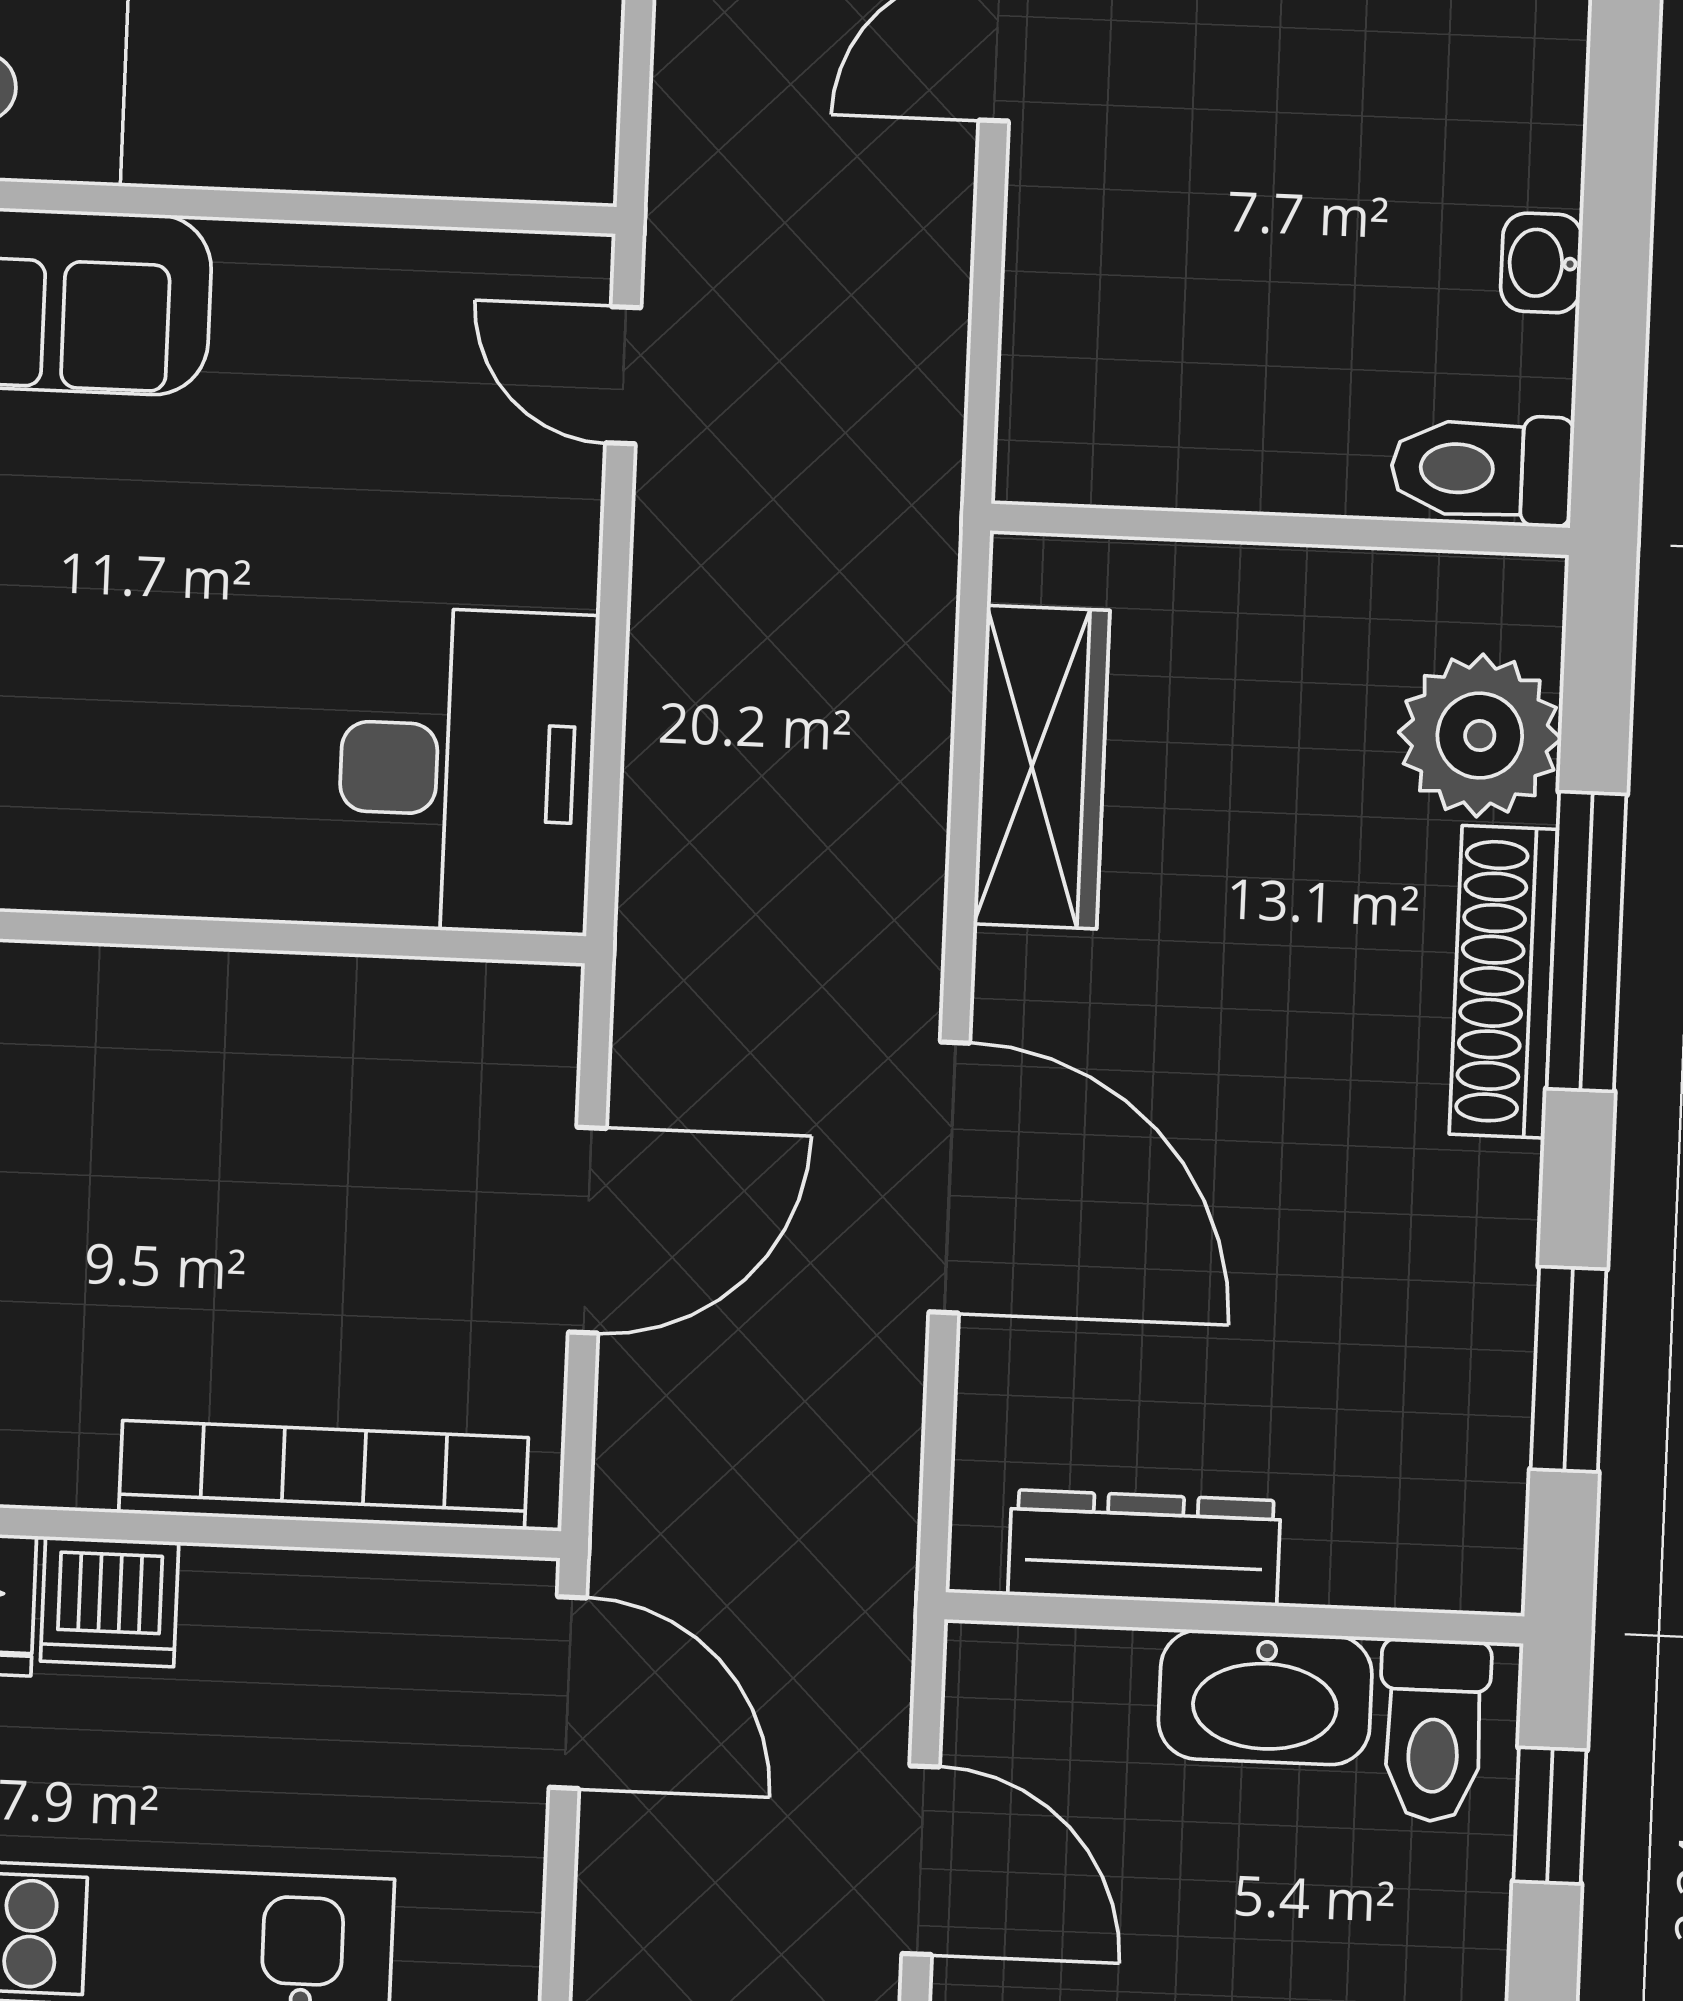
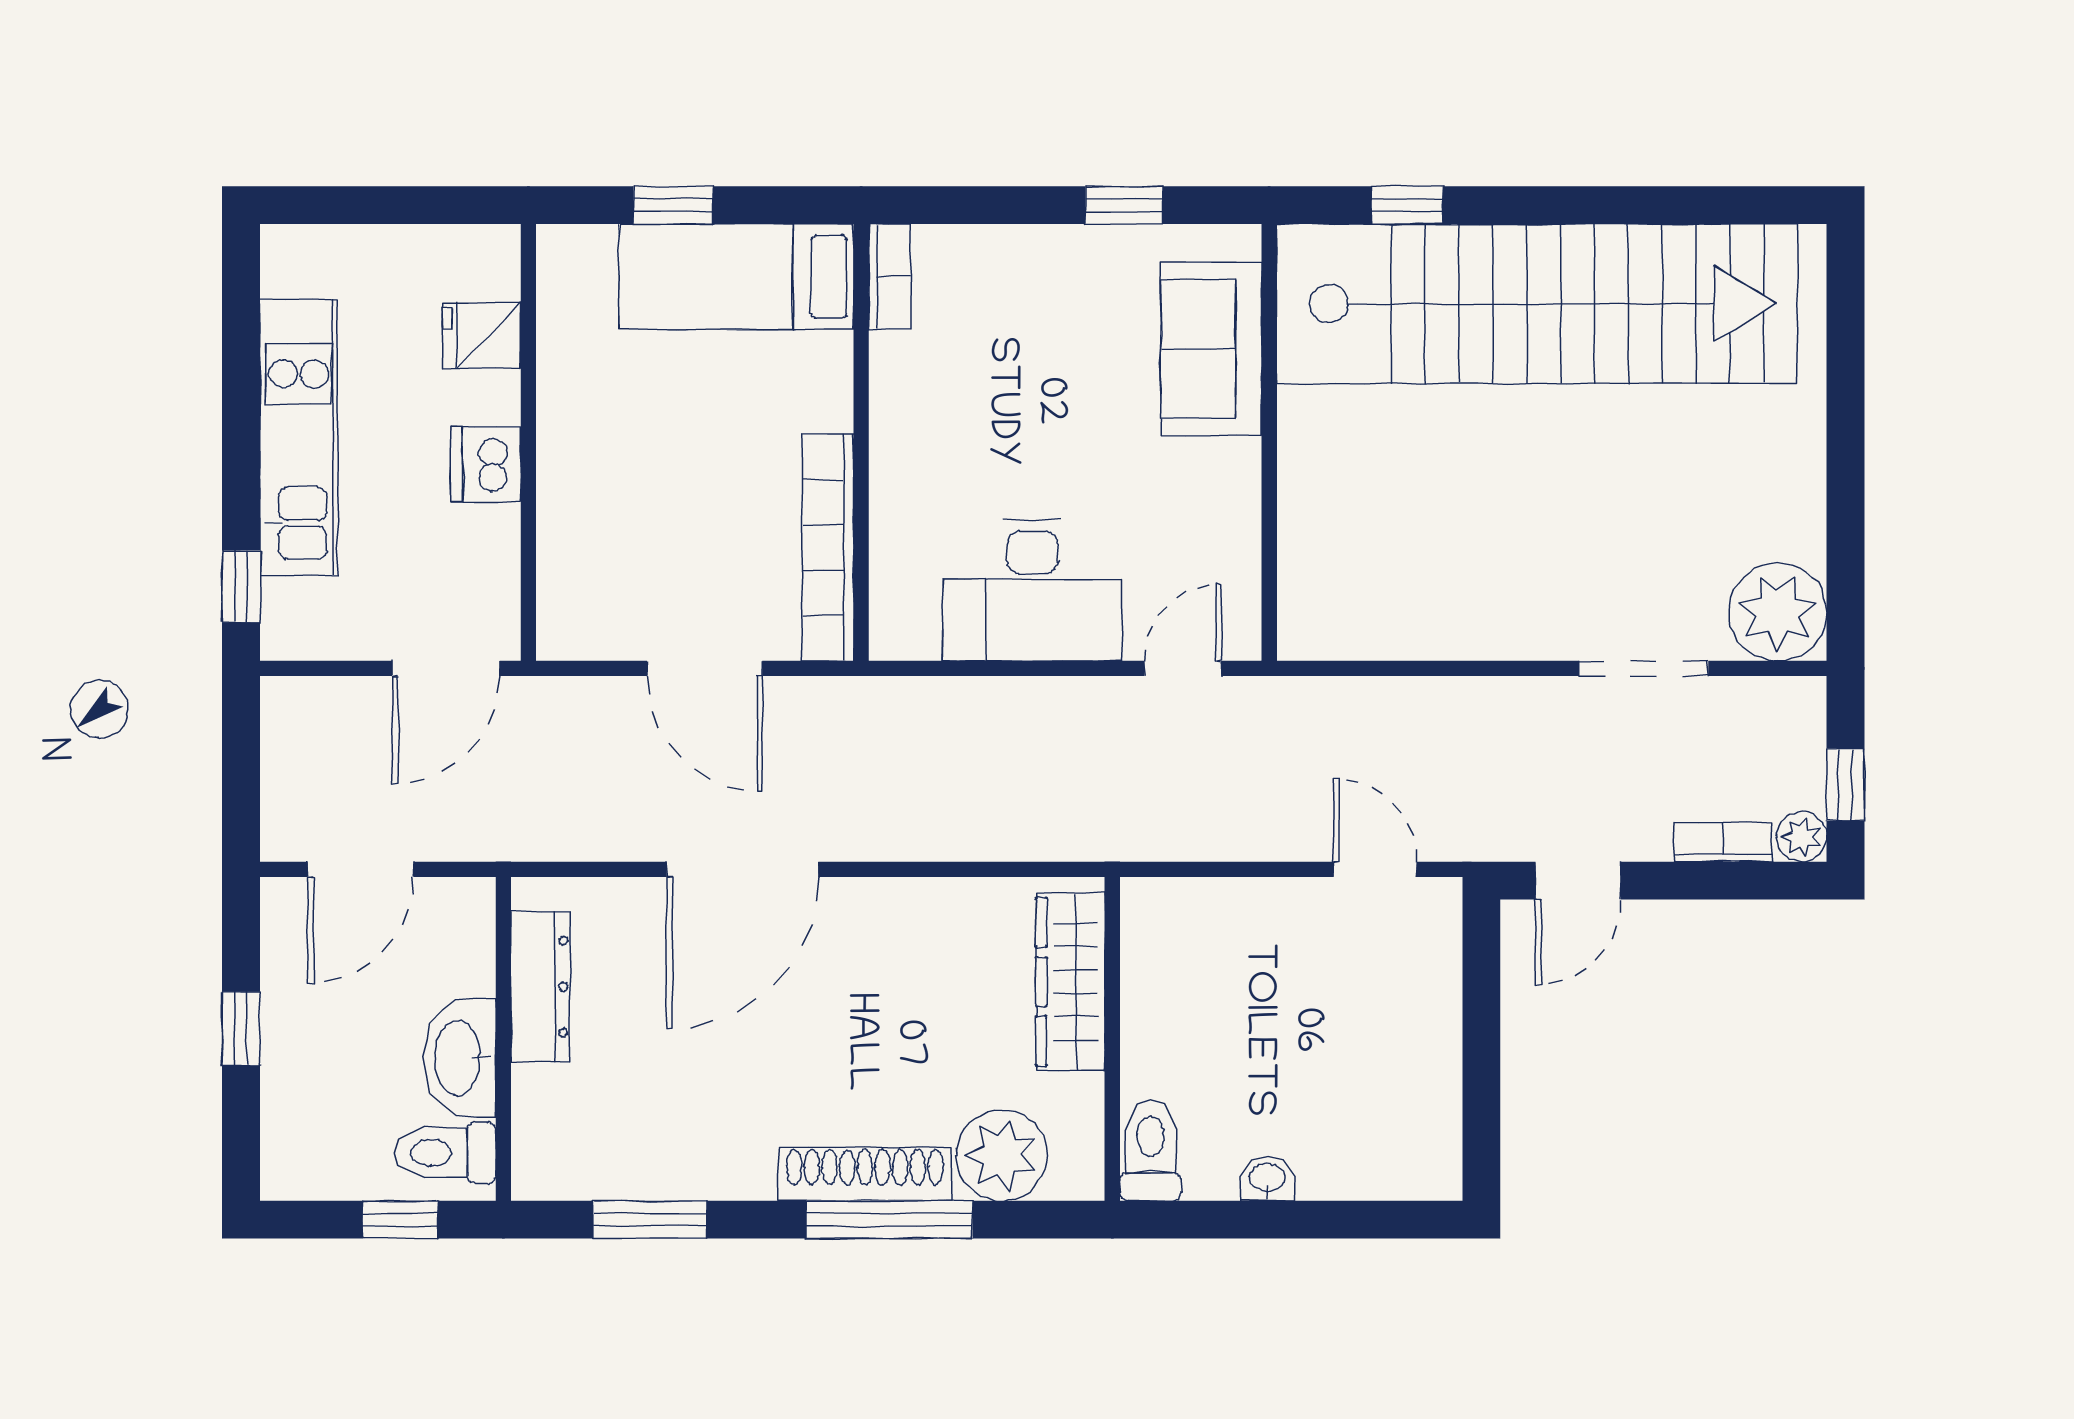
wardrobe: (1042, 767) -> (1070, 982), moved, turned 90
desk: (467, 771) -> (1033, 590), moved
bookcase: (324, 1475) -> (828, 547), moved, turned 180
dishwasher: (110, 1602) -> (486, 464), moved

